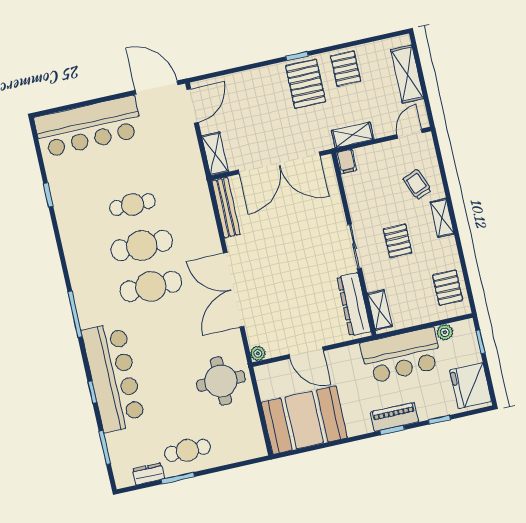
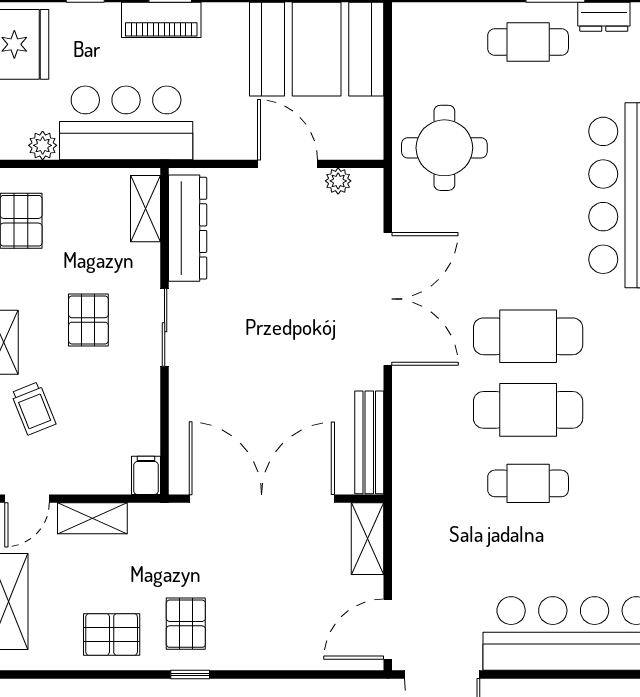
pallet: (346, 69) -> (112, 634), turned 90
pallet: (306, 84) -> (186, 624), width x0.67, depth x0.71
shelving: (353, 135) -> (92, 518), moved
plant: (258, 353) -> (338, 181), moved

